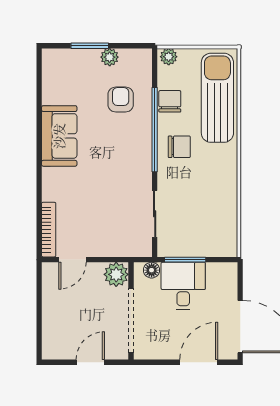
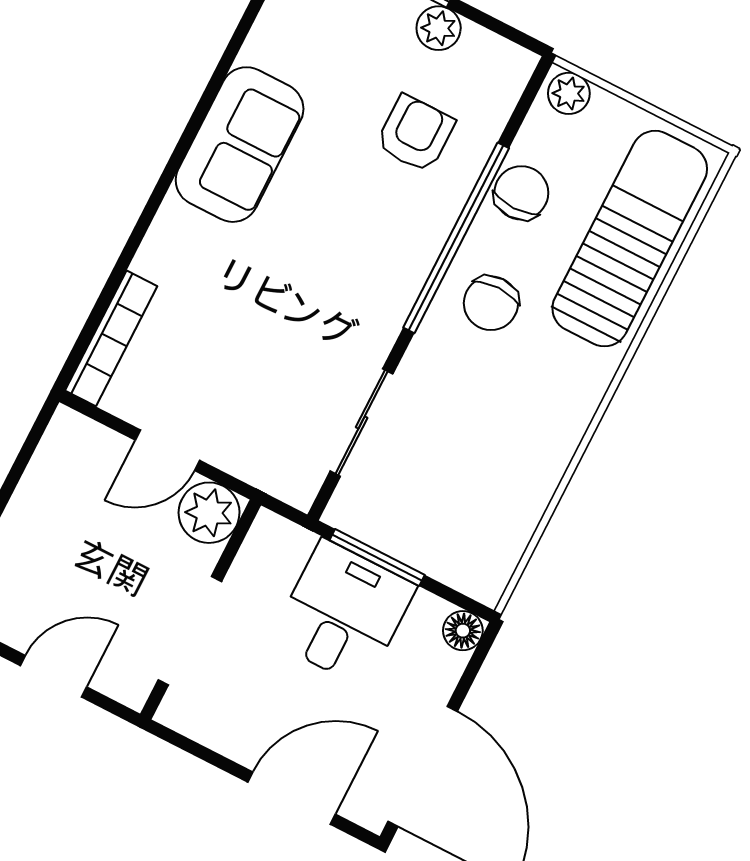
chair: (179, 147) -> (491, 303), turned 90
door: (72, 260) -> (168, 450), moved
floor lamp: (152, 270) -> (463, 631), moved
doorway: (131, 321) -> (190, 631), width x0.73

